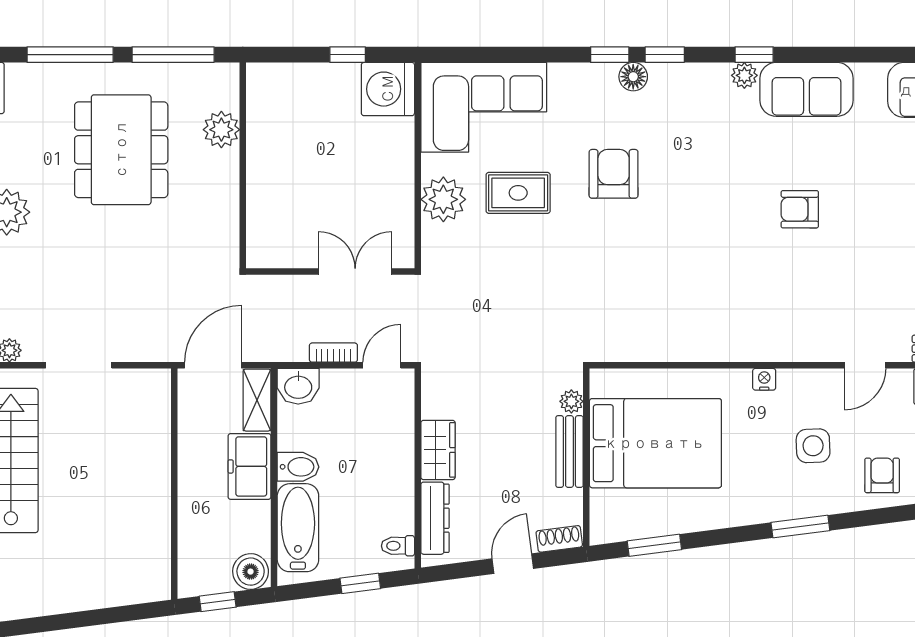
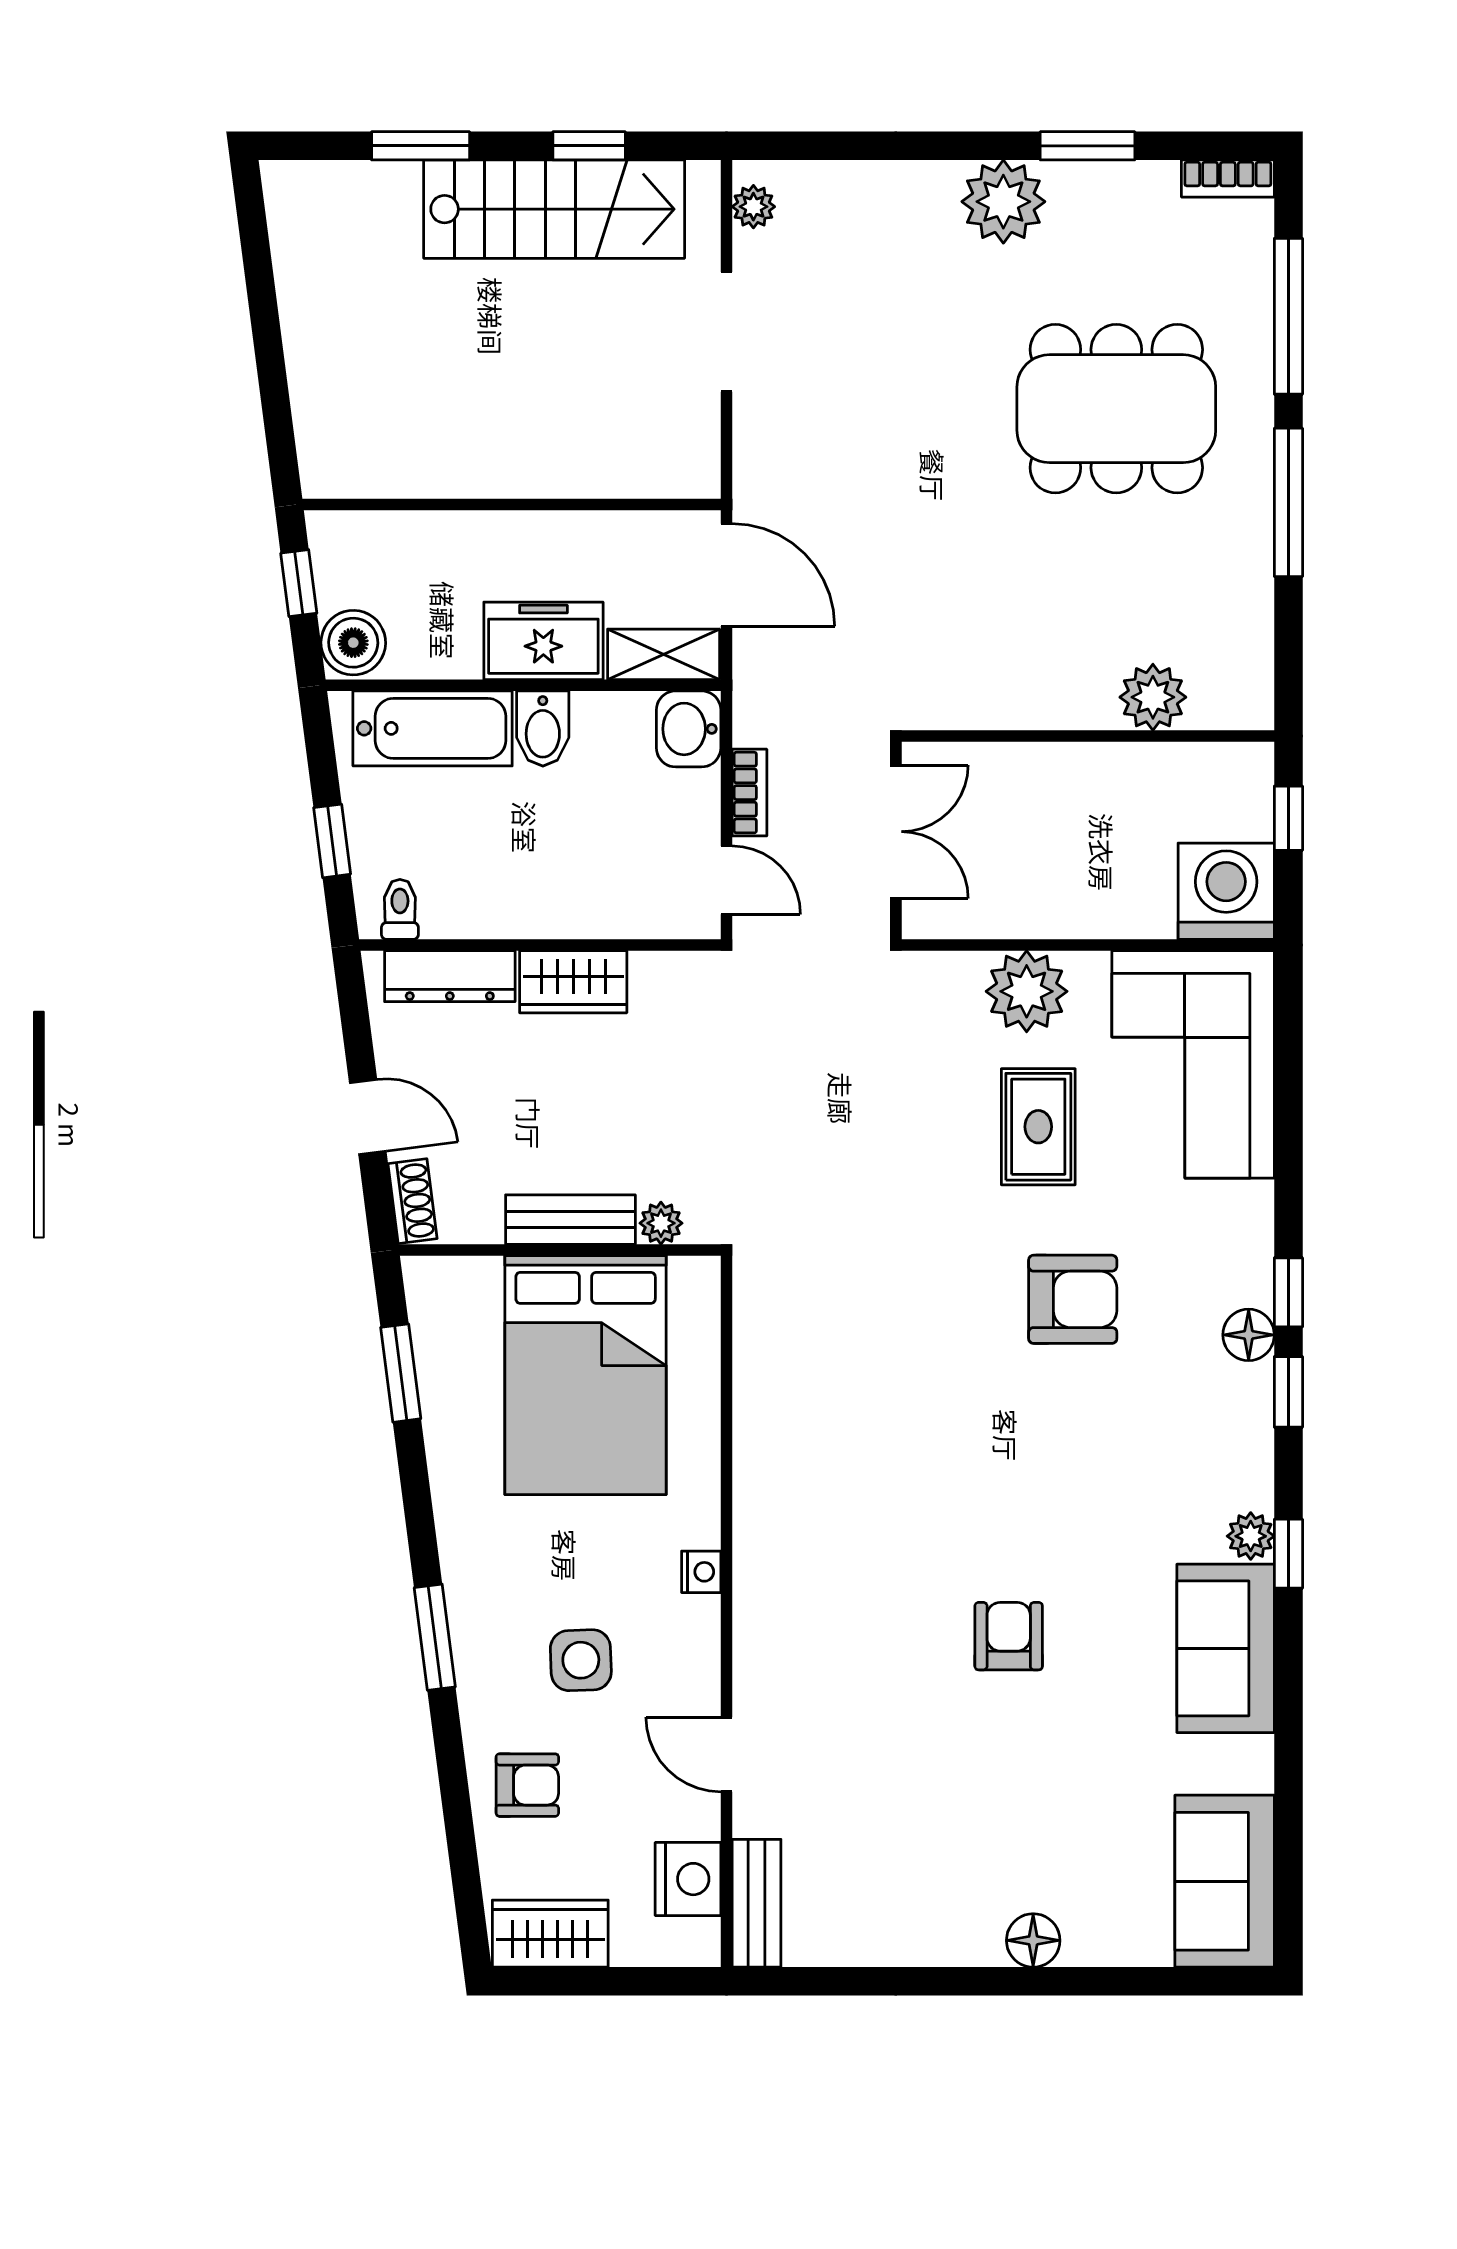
plant: (221, 130) -> (1153, 697), moved
wall: (243, 165) -> (1088, 736), moved

